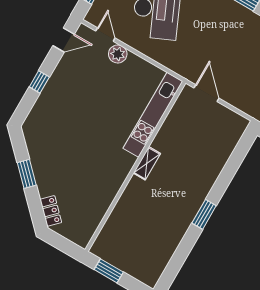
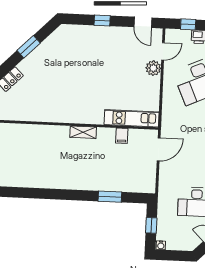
kitchen unit: (153, 115) -> (132, 118), width x0.73
filing cabinet: (172, 124) -> (122, 136), added
window: (204, 214) -> (110, 197), moved

